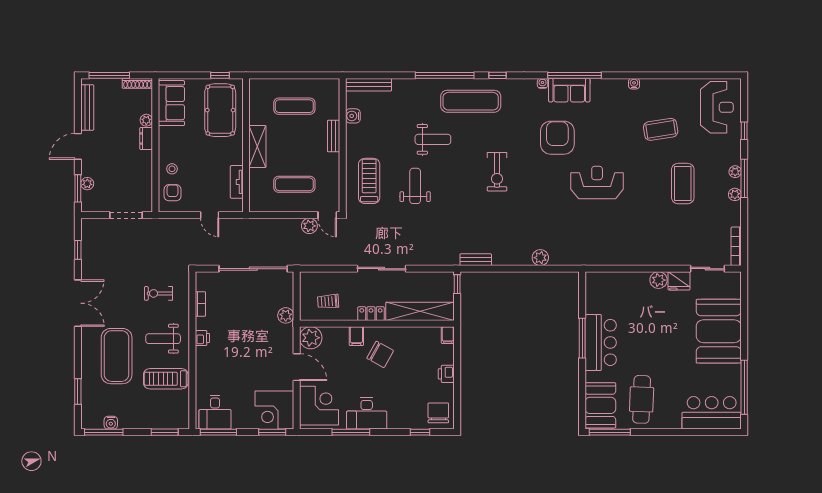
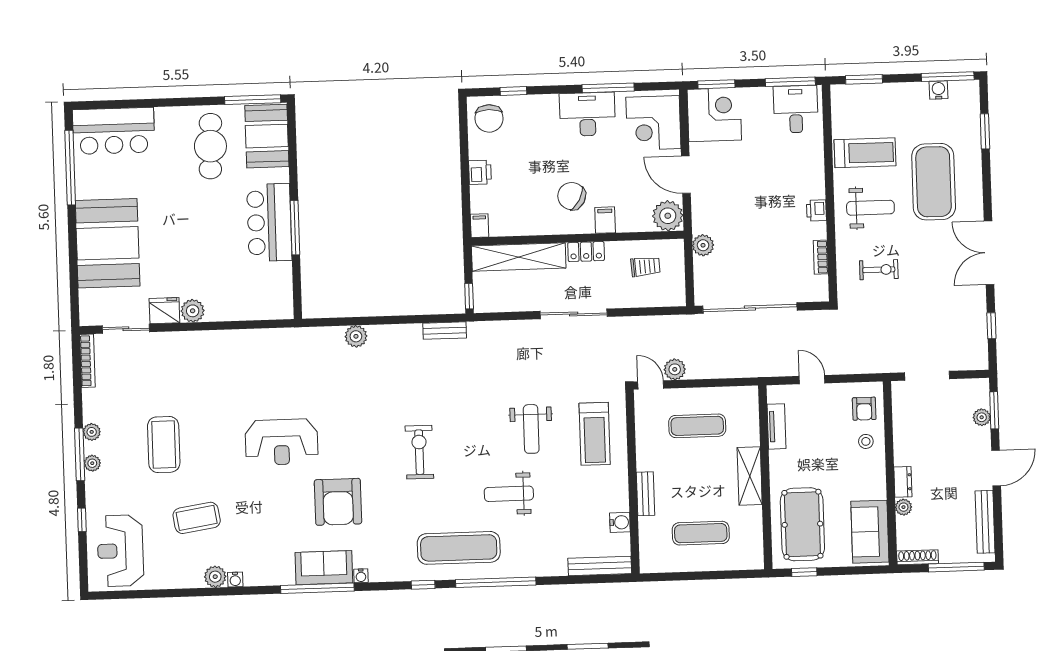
plant: (648, 86) -> (215, 577), added

